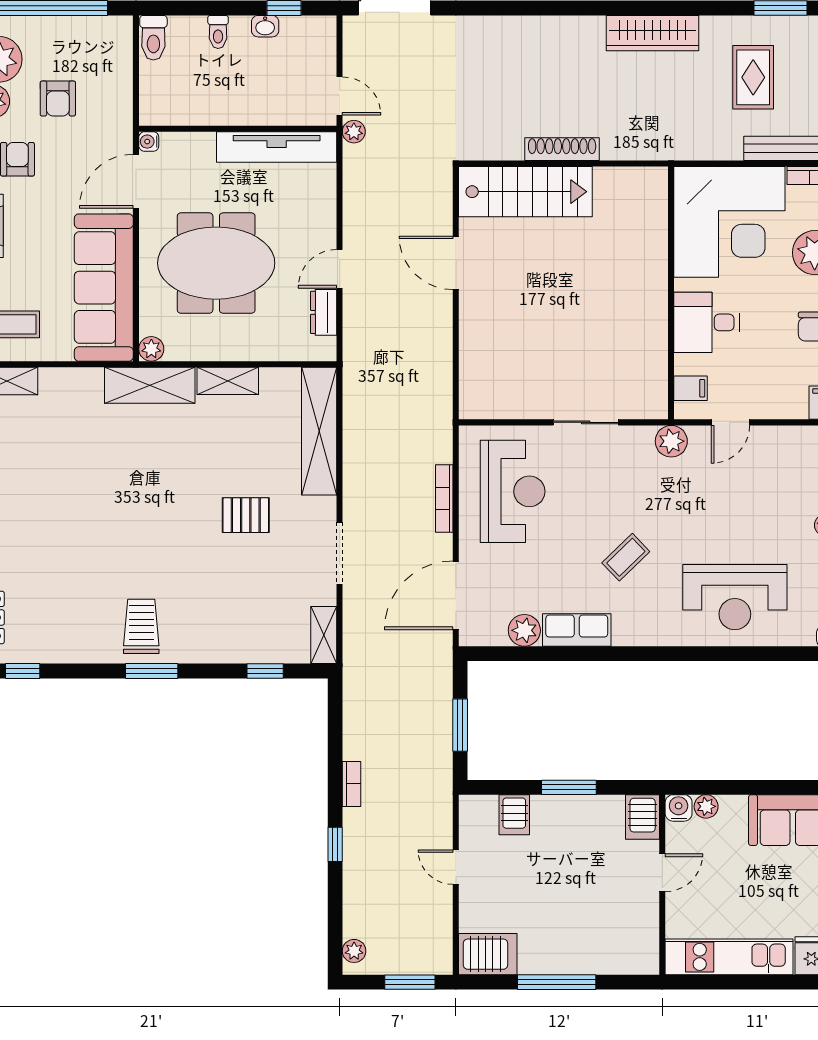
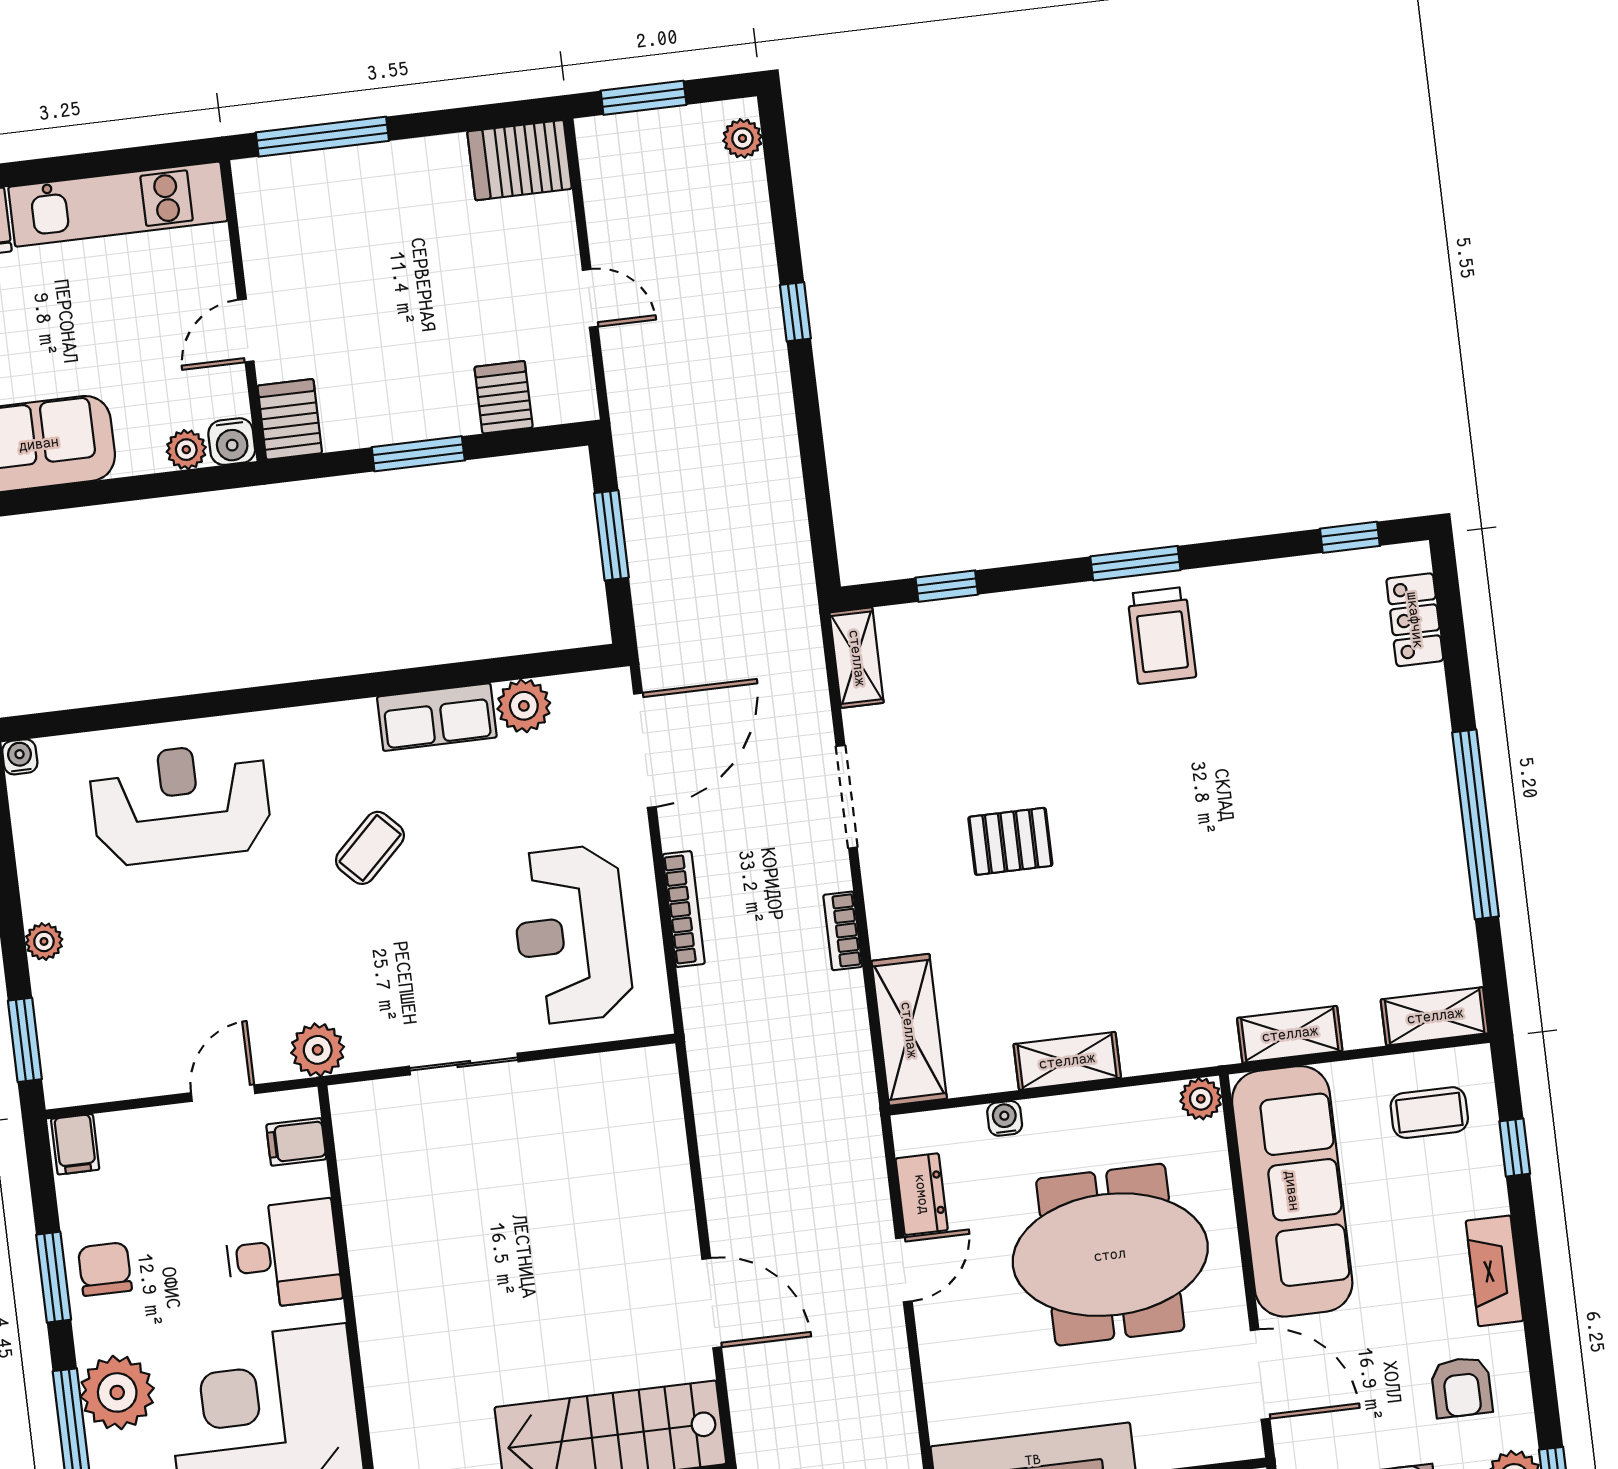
water cooler: (149, 142) -> (1005, 1118), moved, turned -90
door: (136, 181) -> (1260, 1374), hinge flipped
shelving: (150, 385) -> (1290, 1034), moved, width x0.67, depth x0.75
shelving: (319, 431) -> (909, 1030), width x0.68
bookcase: (352, 784) -> (843, 931), moved
window: (557, 982) -> (322, 137), moved

